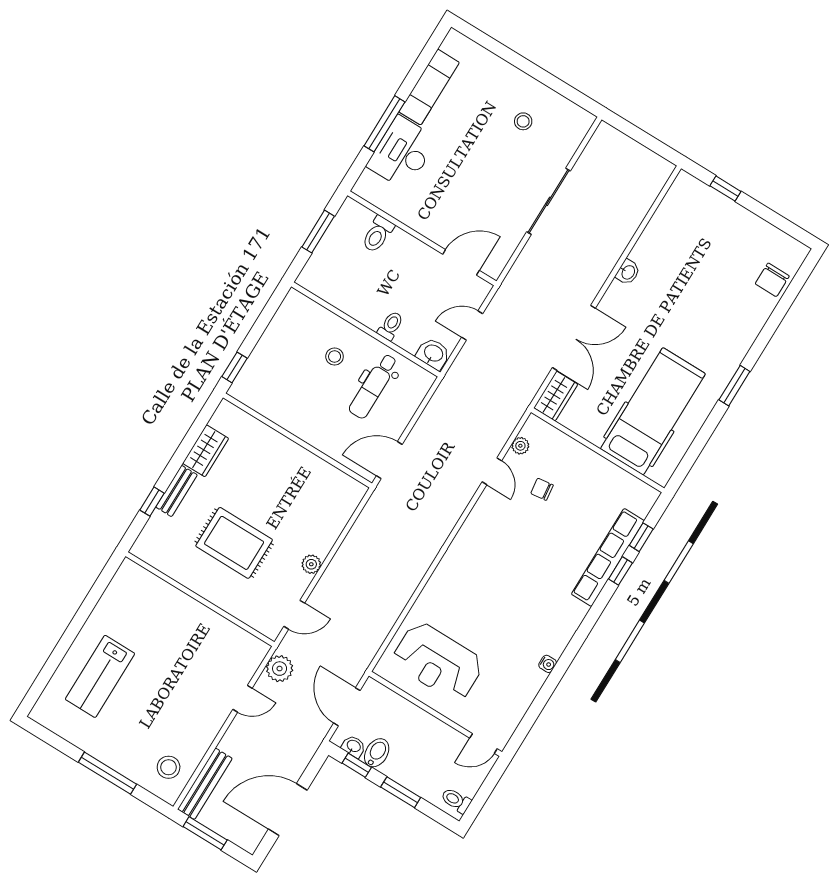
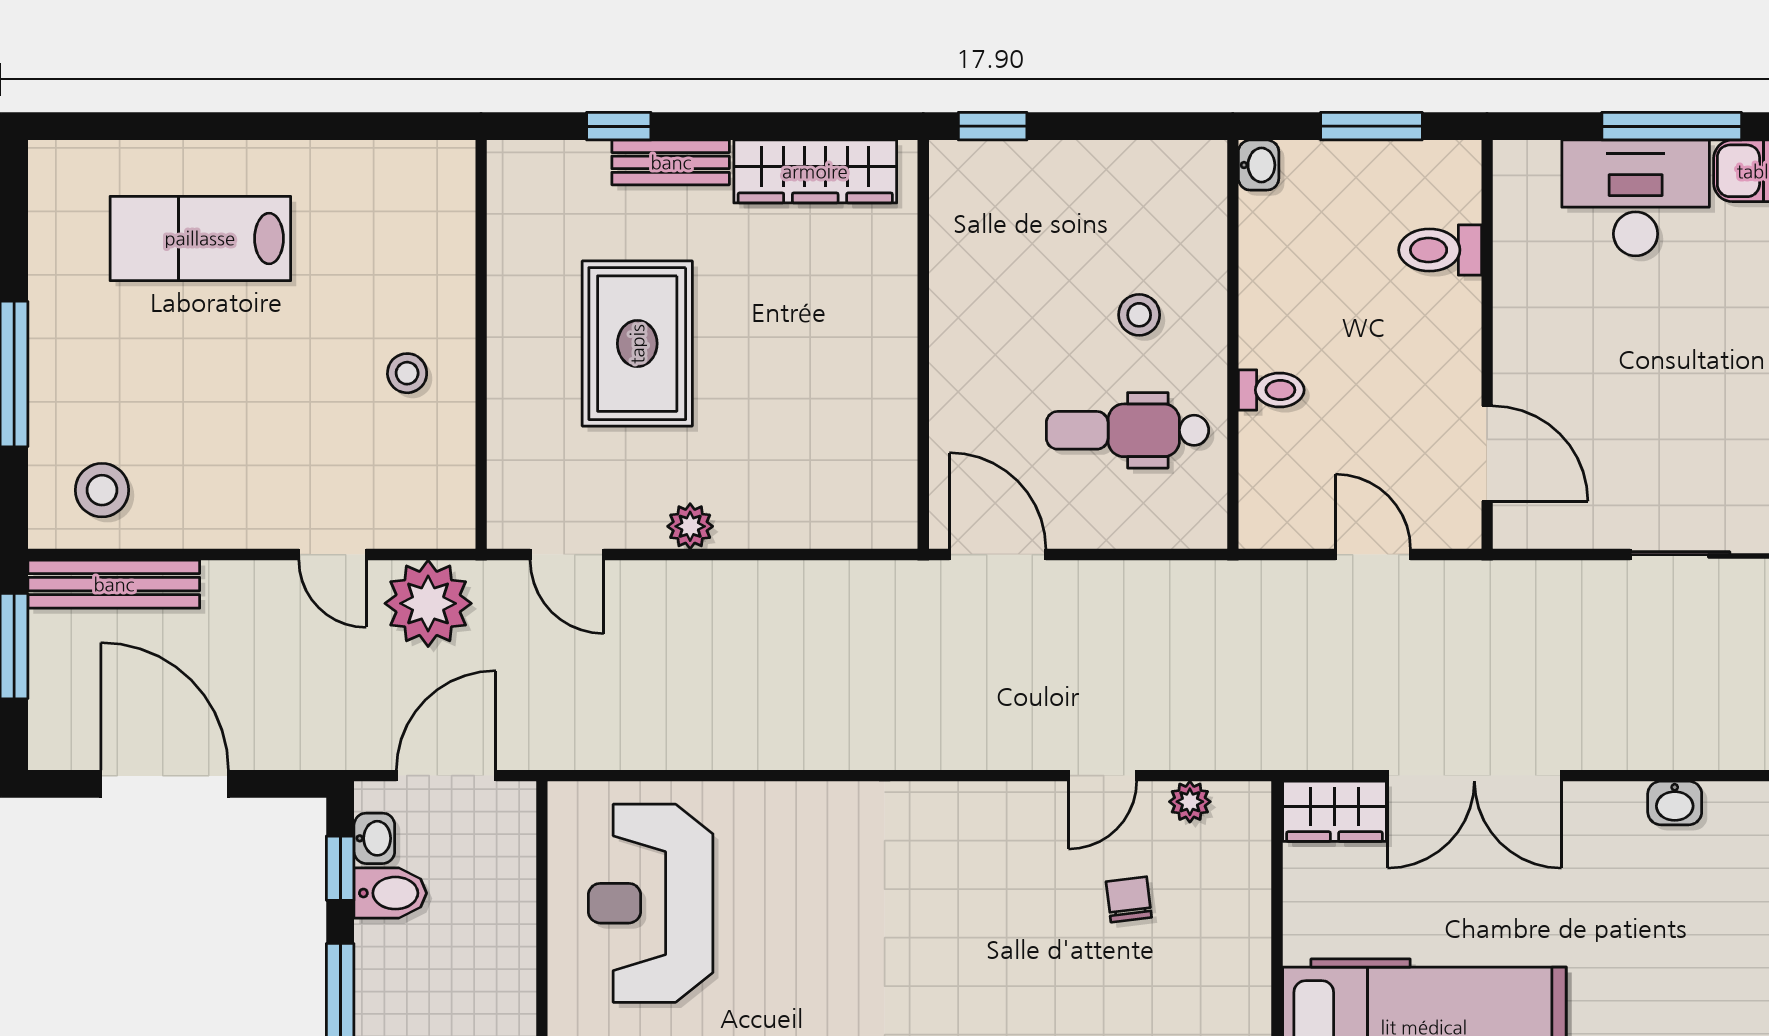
washbasin: (433, 354) -> (1259, 165), moved, width x0.72, depth x0.69
wardrobe: (206, 451) -> (815, 171), width x1.50
stool: (194, 632) -> (407, 373), added
plant: (280, 669) -> (428, 603), width x1.36, depth x1.36

